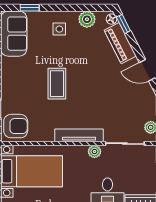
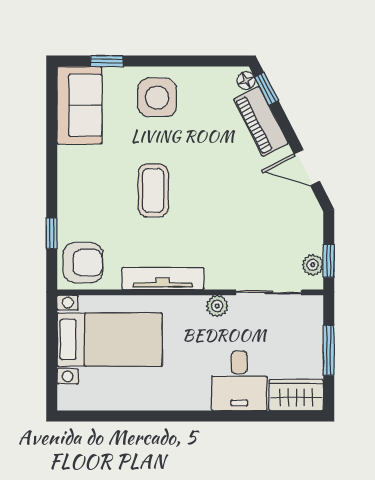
plant: (87, 19) -> (204, 81), removed
side table: (59, 29) -> (157, 98), width x1.87, depth x1.87
tv unit: (79, 135) -> (163, 279), moved

